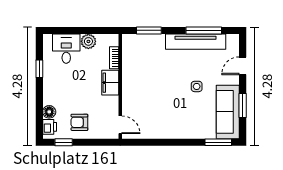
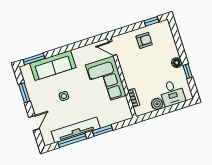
window: (149, 30) -> (103, 131), moved
filing cabinet: (110, 83) -> (131, 78), removed
corner sofa: (140, 89) -> (106, 80), added
floor lamp: (49, 112) -> (177, 63), moved
sofa: (228, 112) -> (53, 65), moved, turned 90
printer: (50, 127) -> (166, 30), removed

